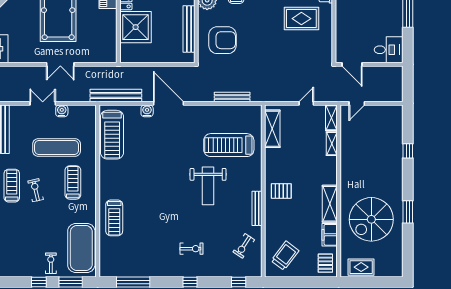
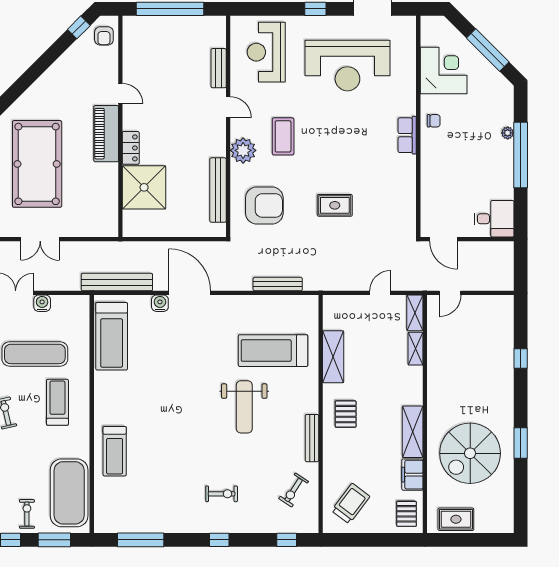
rug: (301, 19) -> (335, 205), moved, width x0.73, depth x0.70
shelving: (272, 129) -> (333, 357), moved
pallet: (281, 191) -> (346, 414), turned 90

